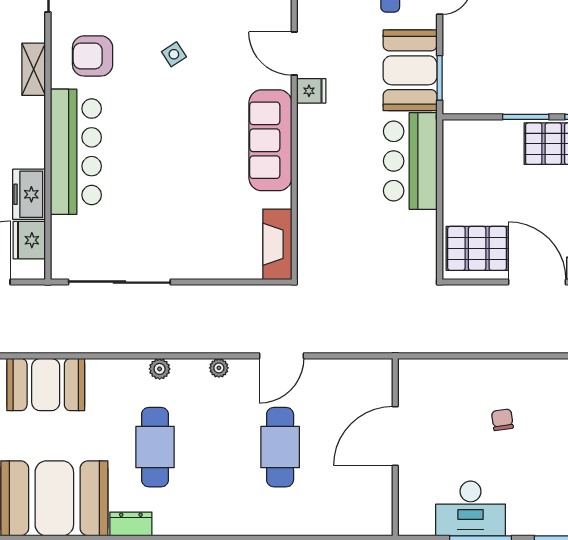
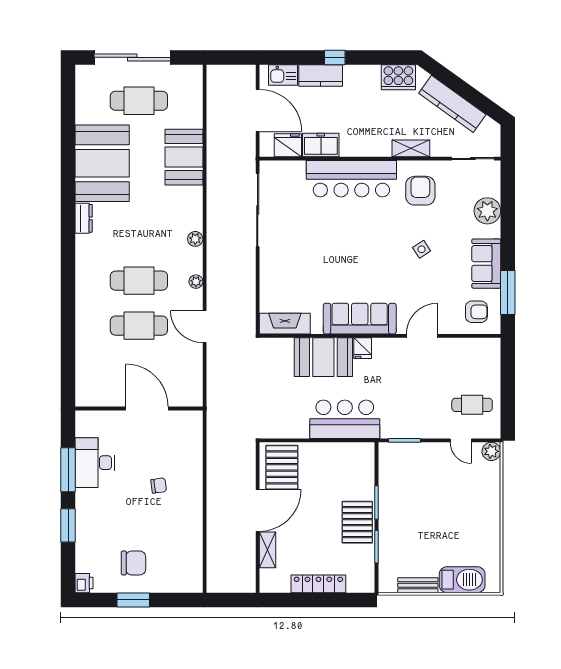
booth: (410, 70) -> (323, 357), moved
fridge: (311, 91) -> (363, 348), moved
cafe table: (155, 447) -> (139, 281), moved

